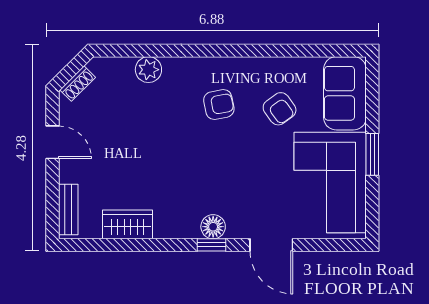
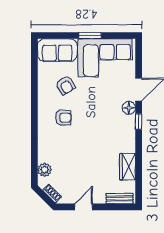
plant: (148, 70) -> (45, 170), moved
armchair: (219, 105) -> (63, 118), turned 101
armchair: (280, 109) -> (66, 85), turned 95
floor lamp: (213, 227) -> (129, 108), moved

